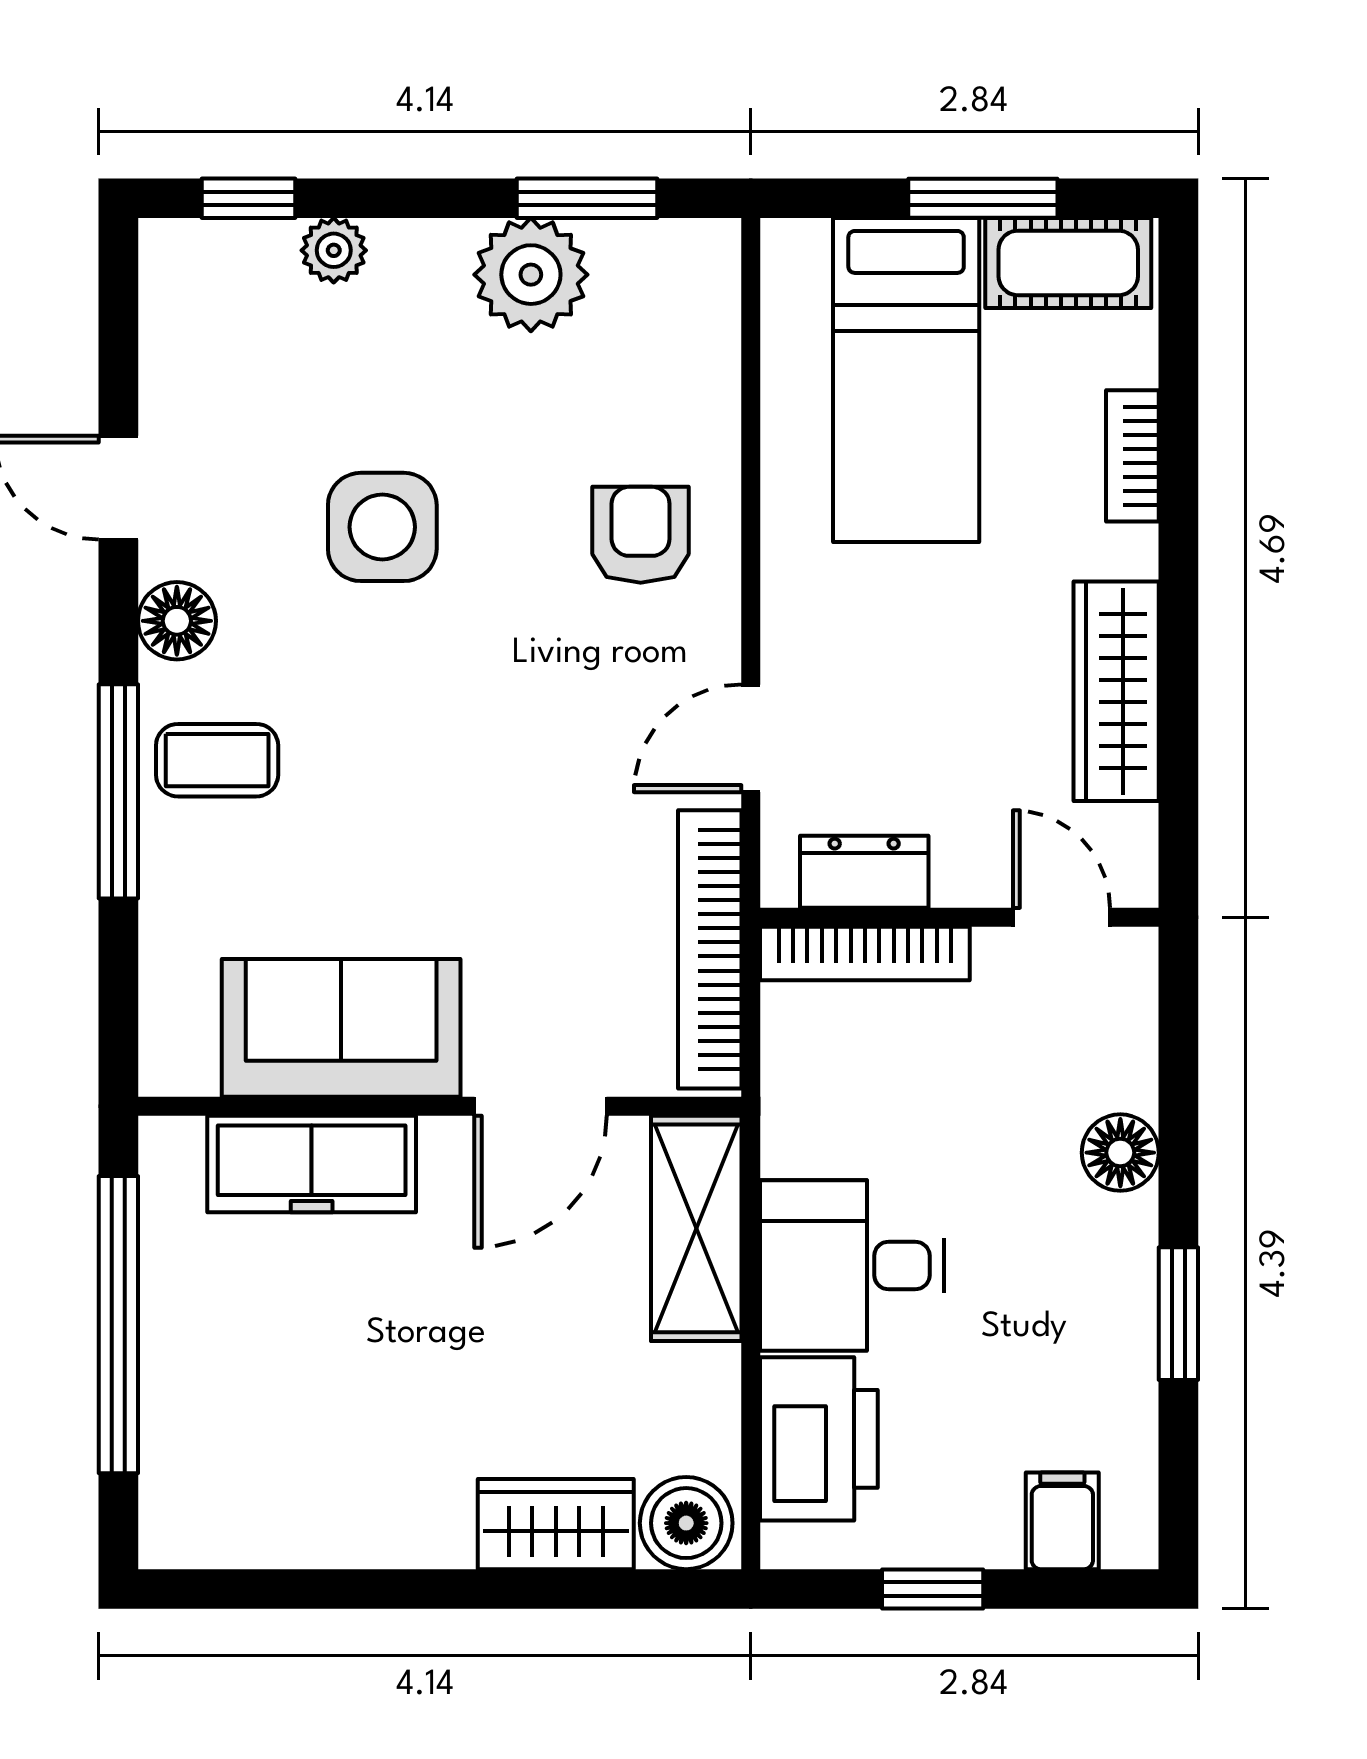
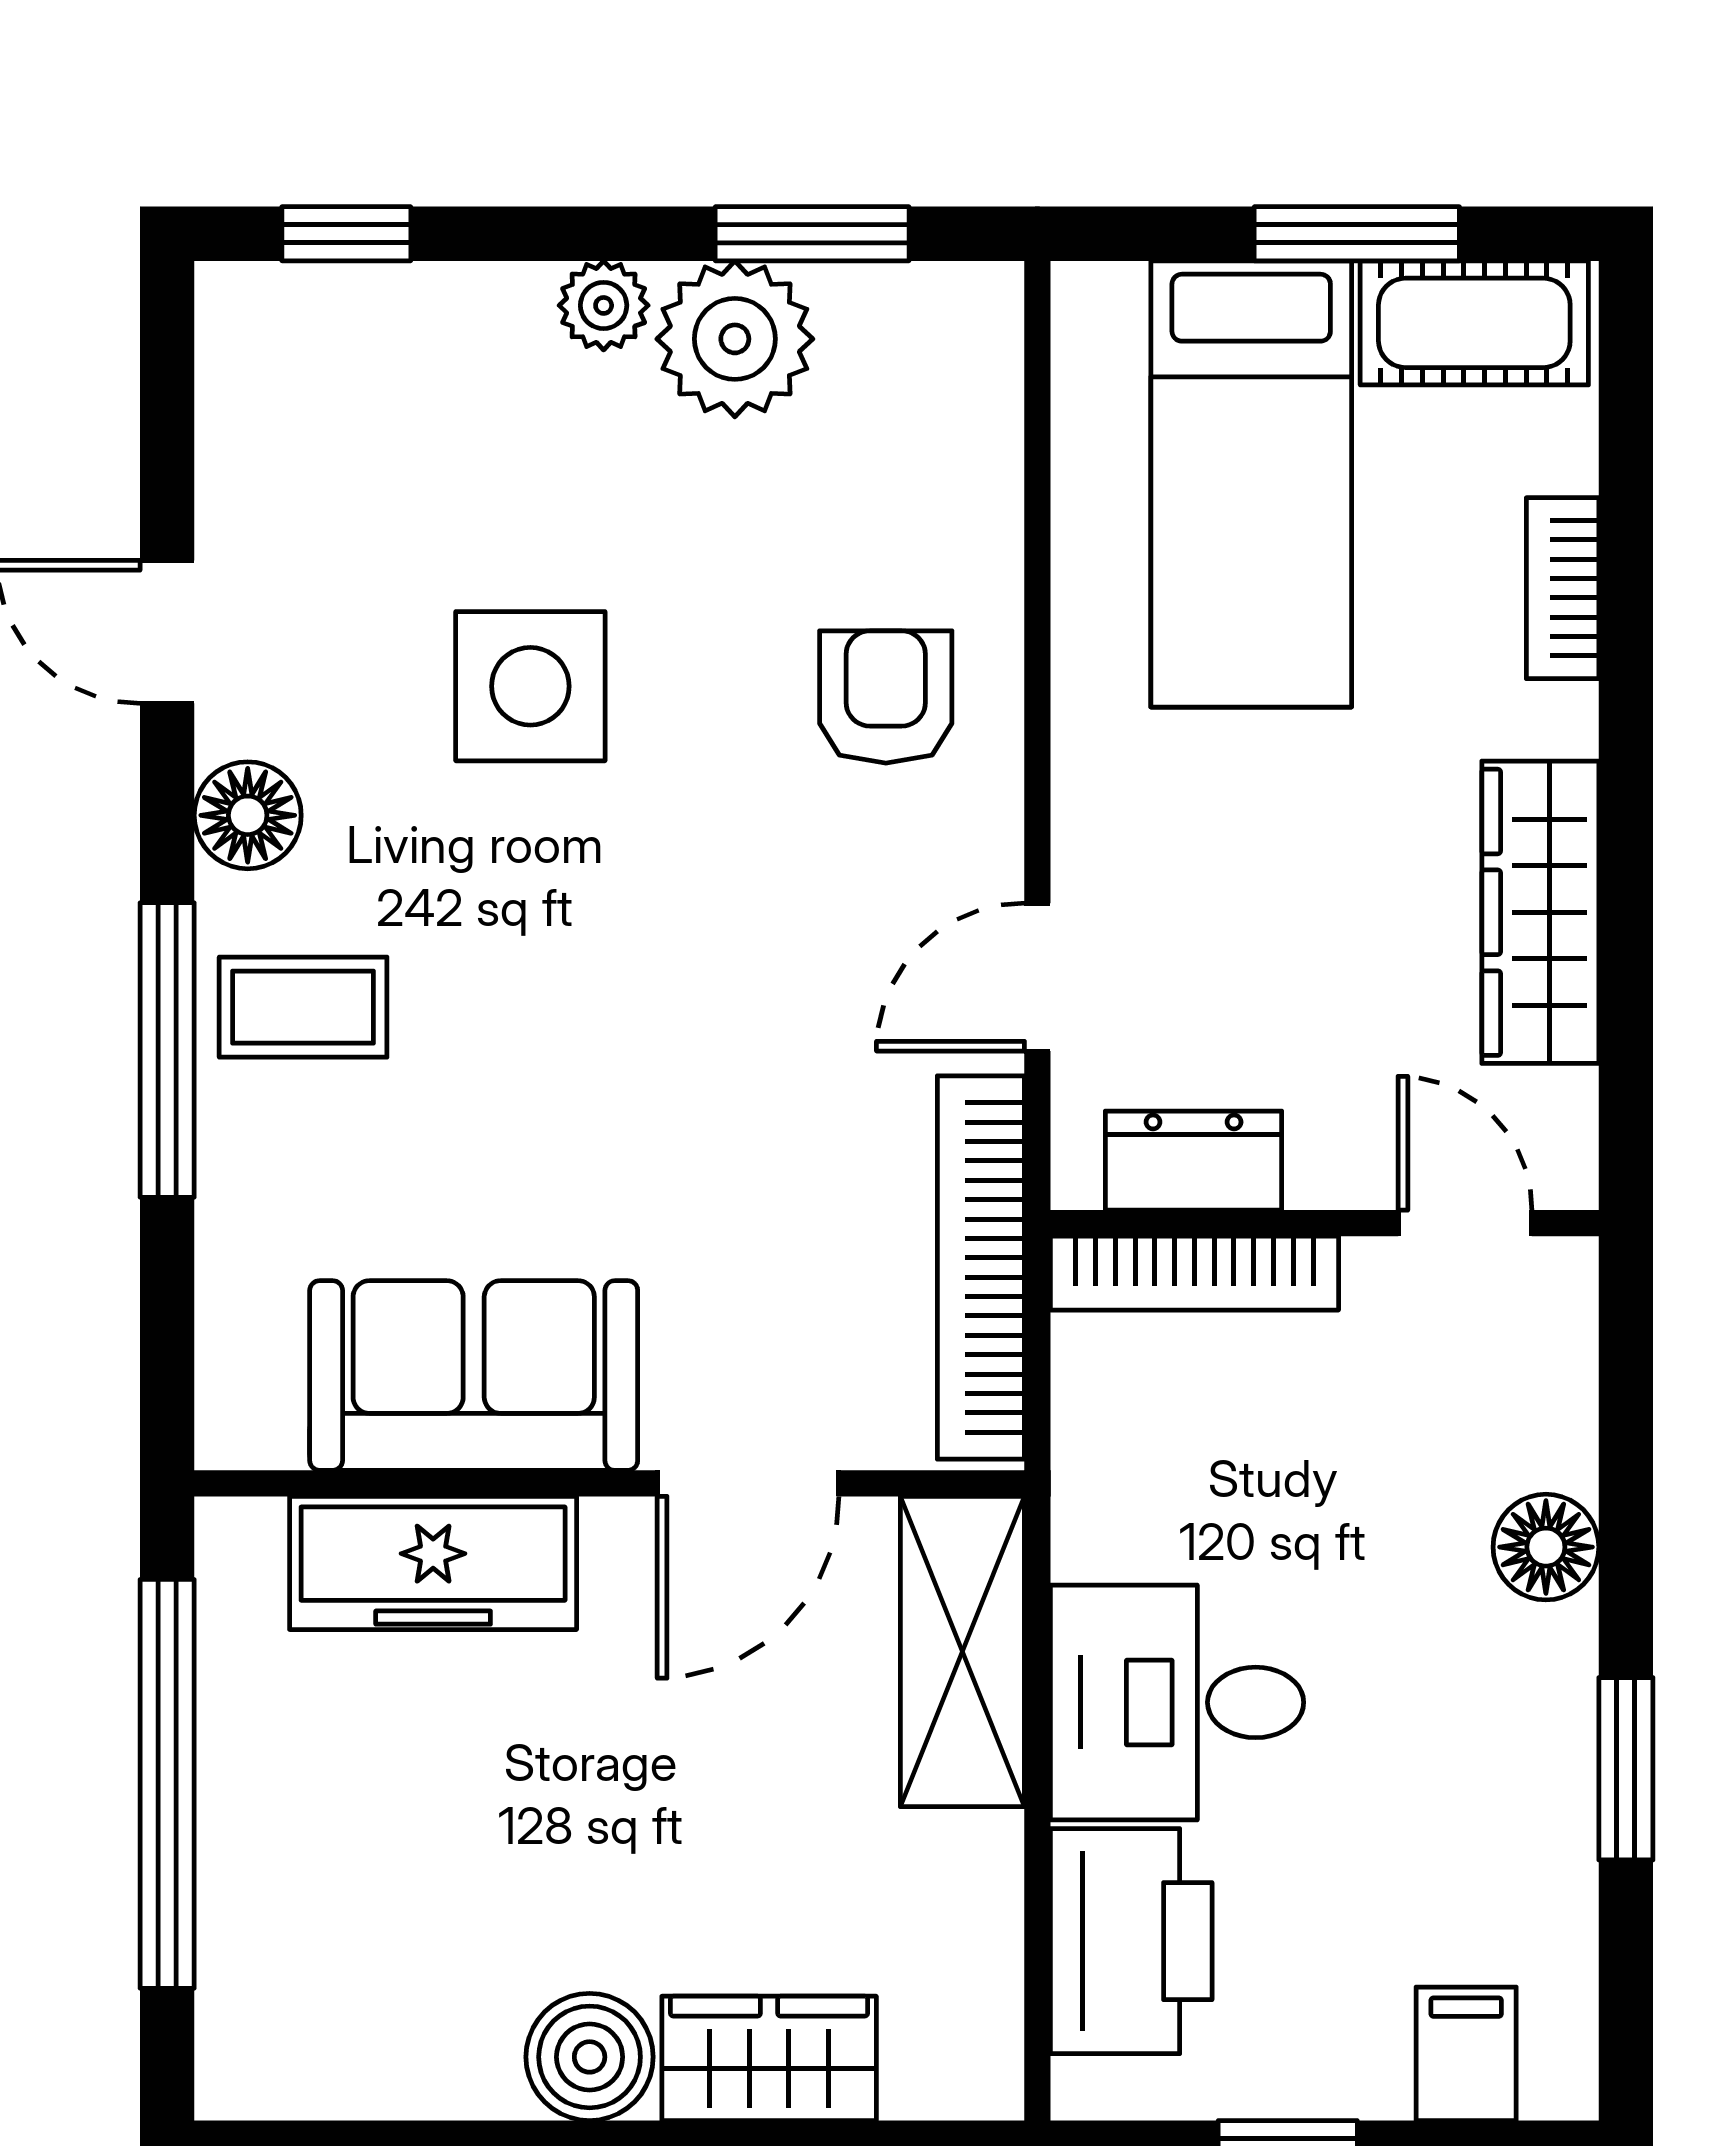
plant: (334, 250) -> (604, 305), moved
boiler: (686, 1523) -> (590, 2057), moved

